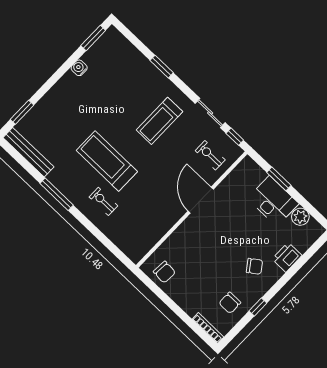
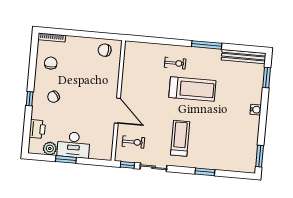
water cooler: (79, 68) -> (256, 110), moved
window: (279, 179) -> (66, 159), moved
printer: (287, 257) -> (37, 129), moved
window: (258, 307) -> (30, 99), moved

